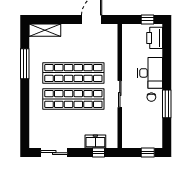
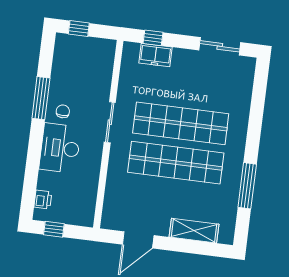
shelving: (45, 30) -> (194, 231), moved
printer: (155, 38) -> (43, 200), width x0.53, depth x0.68

